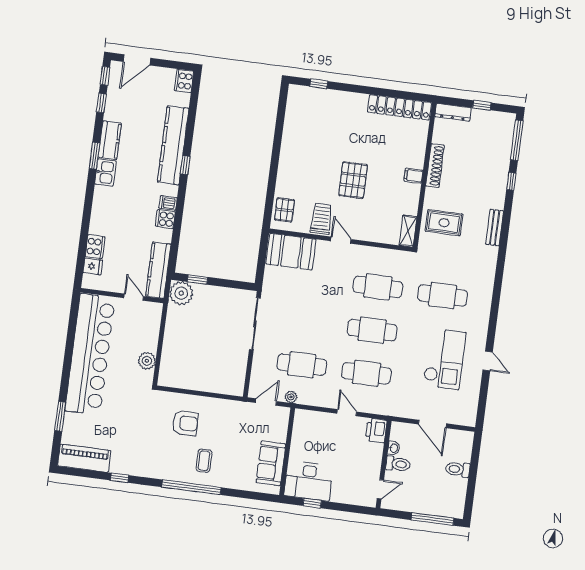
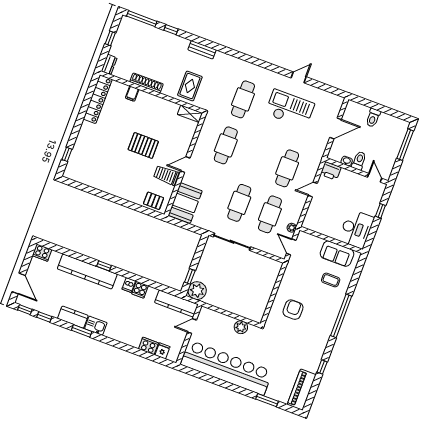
dresser: (453, 112) -> (109, 64), width x0.70
filing cabinet: (413, 176) -> (132, 94), moved
cafe table: (372, 330) -> (239, 203), moved
coffee table: (204, 461) -> (331, 280), moved
window: (312, 503) -> (380, 211), moved

